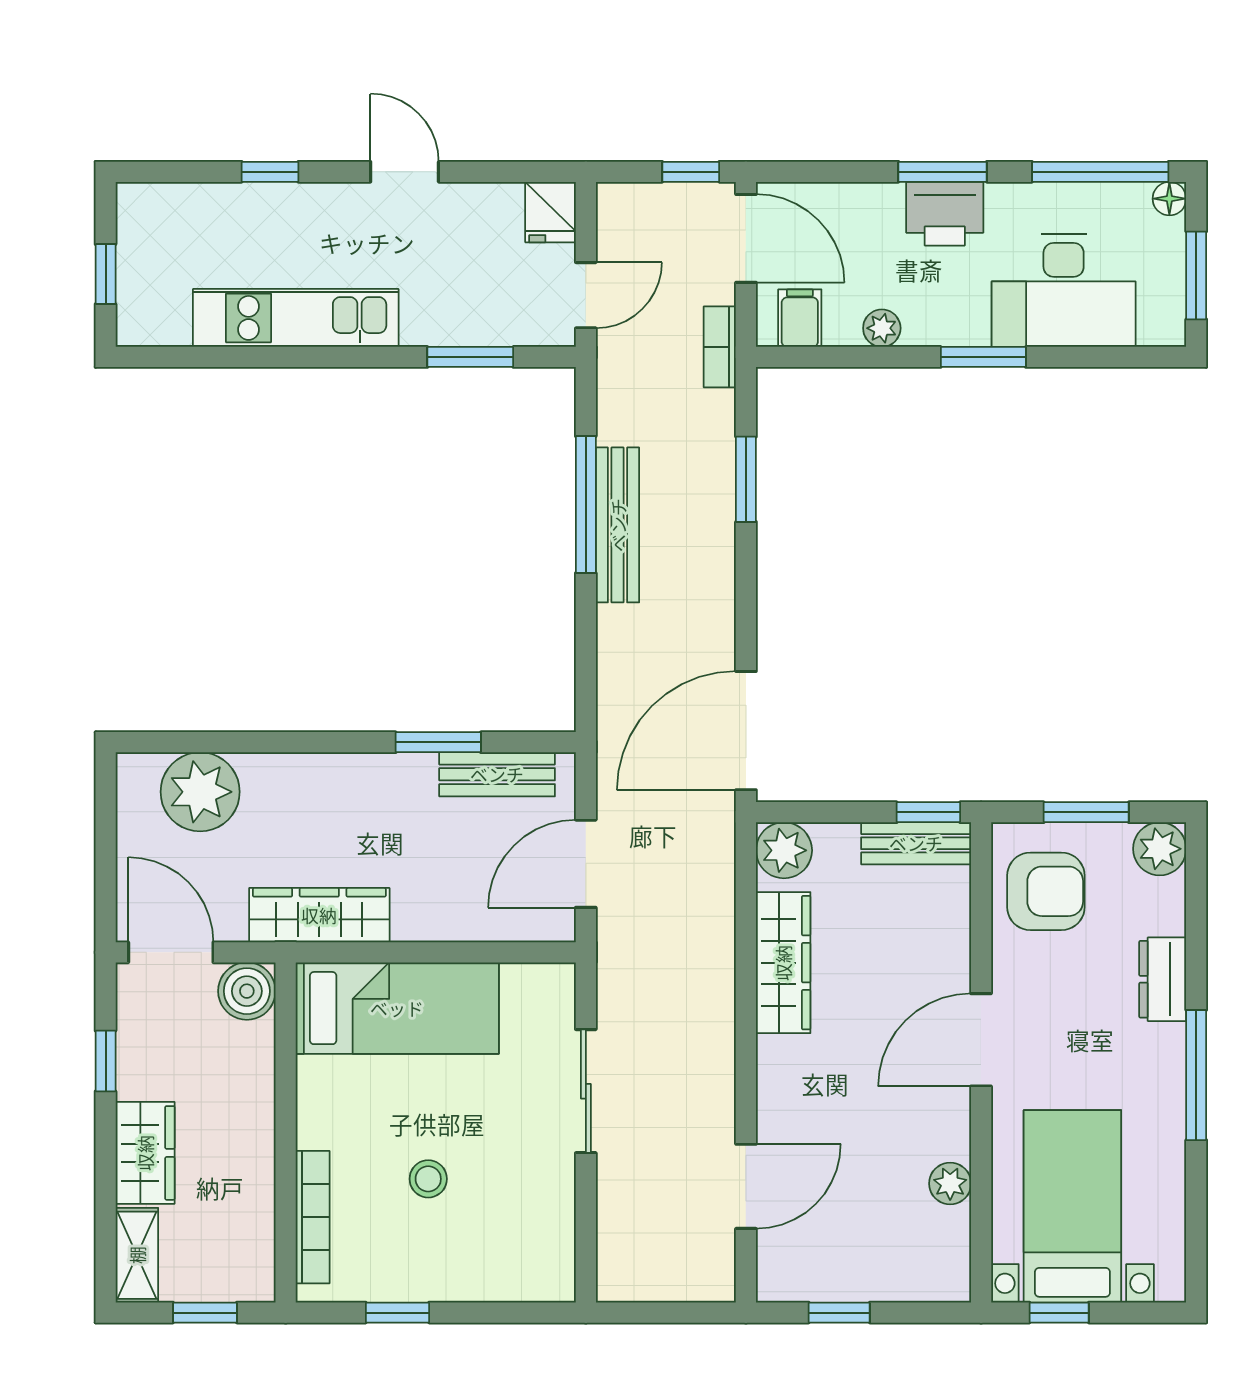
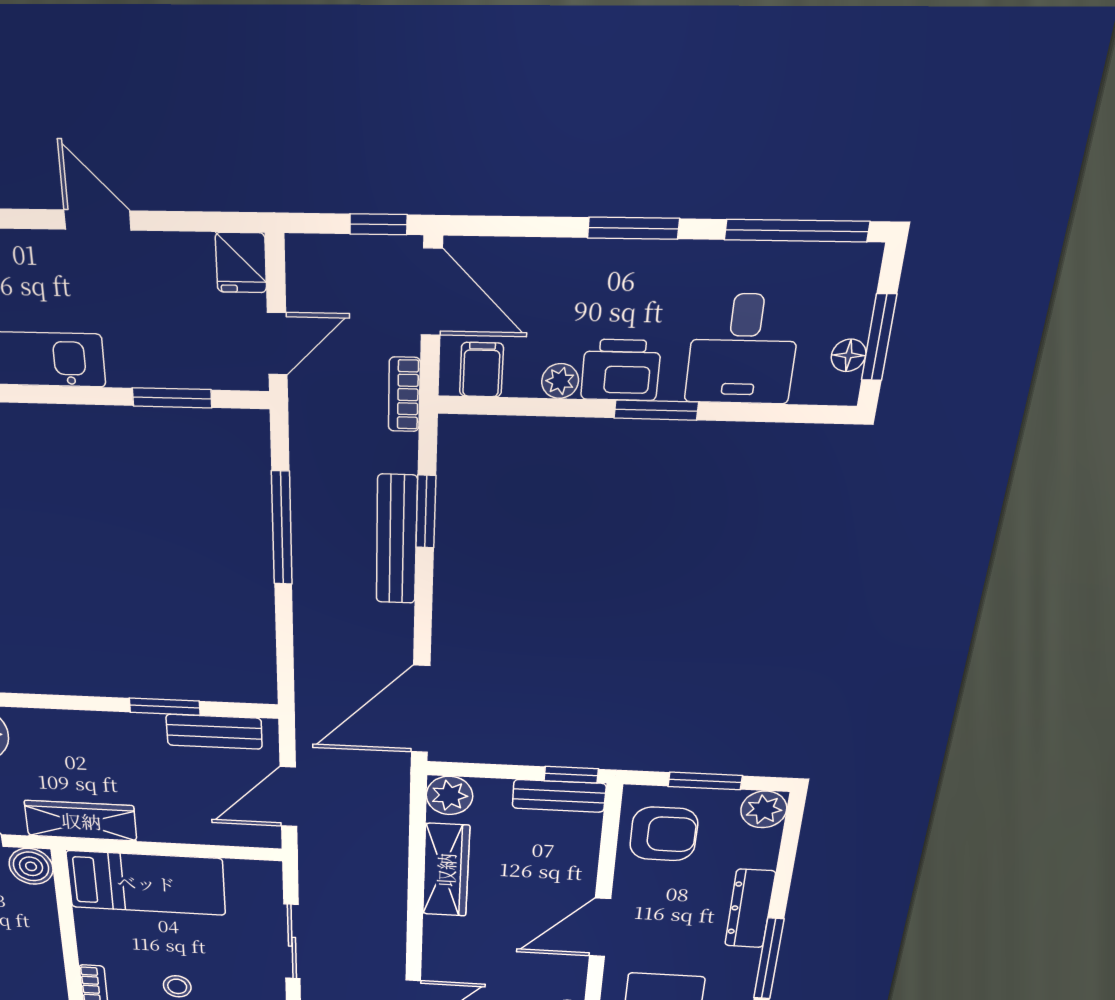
floor lamp: (1169, 199) -> (849, 355), moved
printer: (945, 214) -> (621, 370), moved, turned 180
desk: (1064, 290) -> (743, 349), width x0.73
bench: (618, 525) -> (397, 540), moved
dresser: (1163, 979) -> (750, 909), width x1.44

